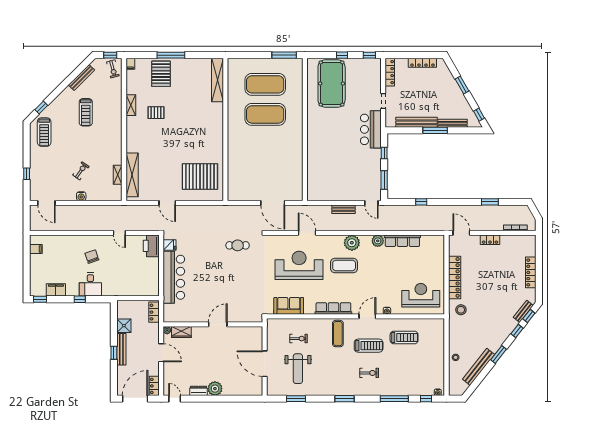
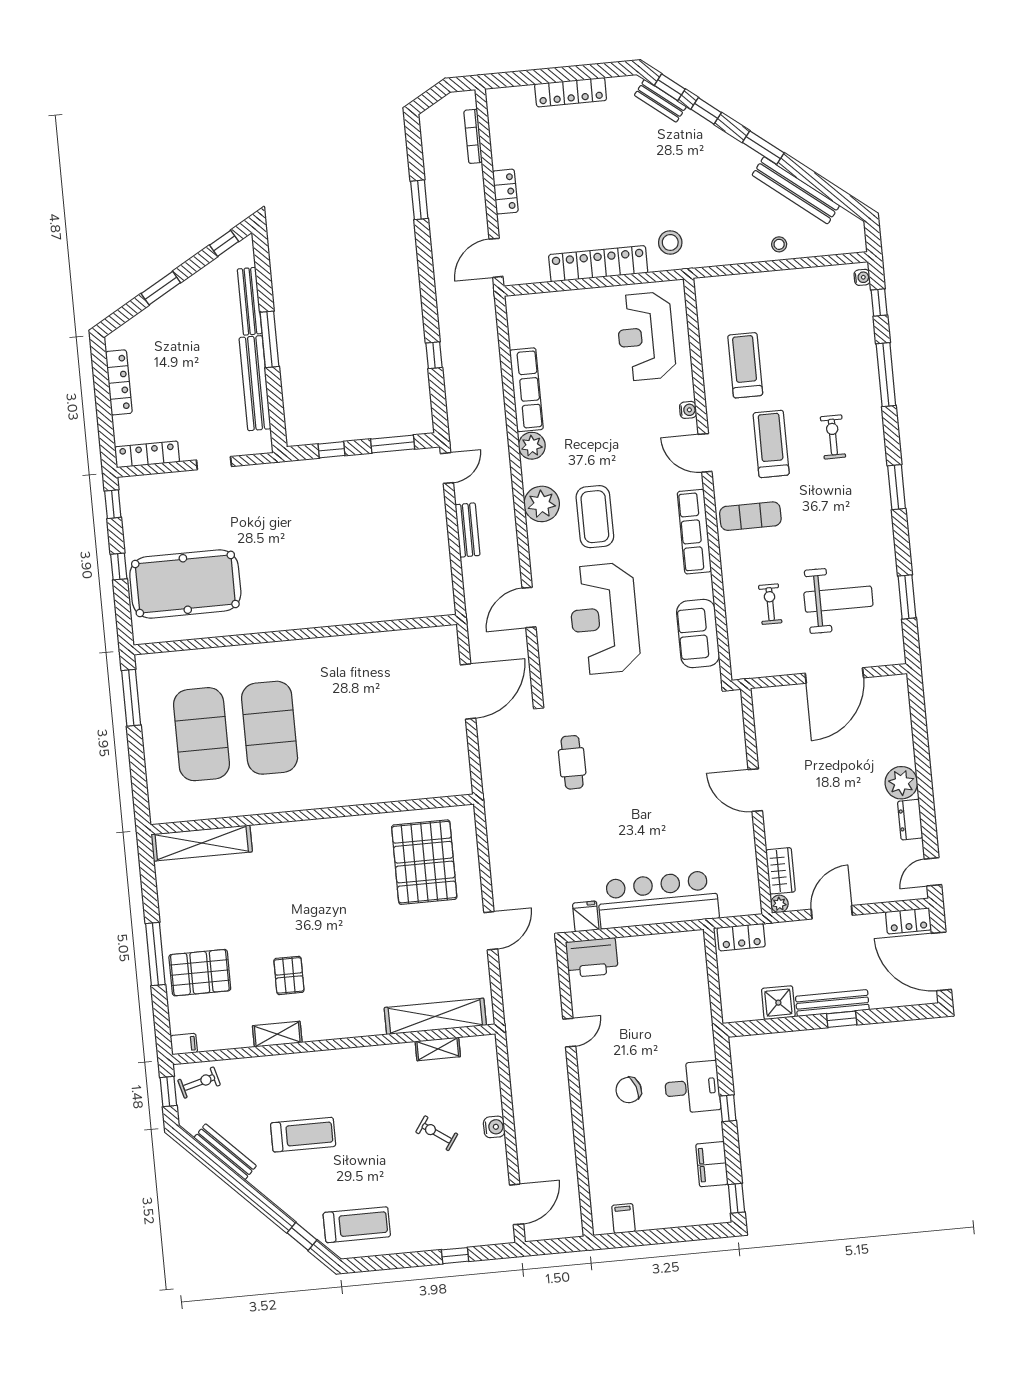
bar counter: (371, 129) -> (281, 485), removed

